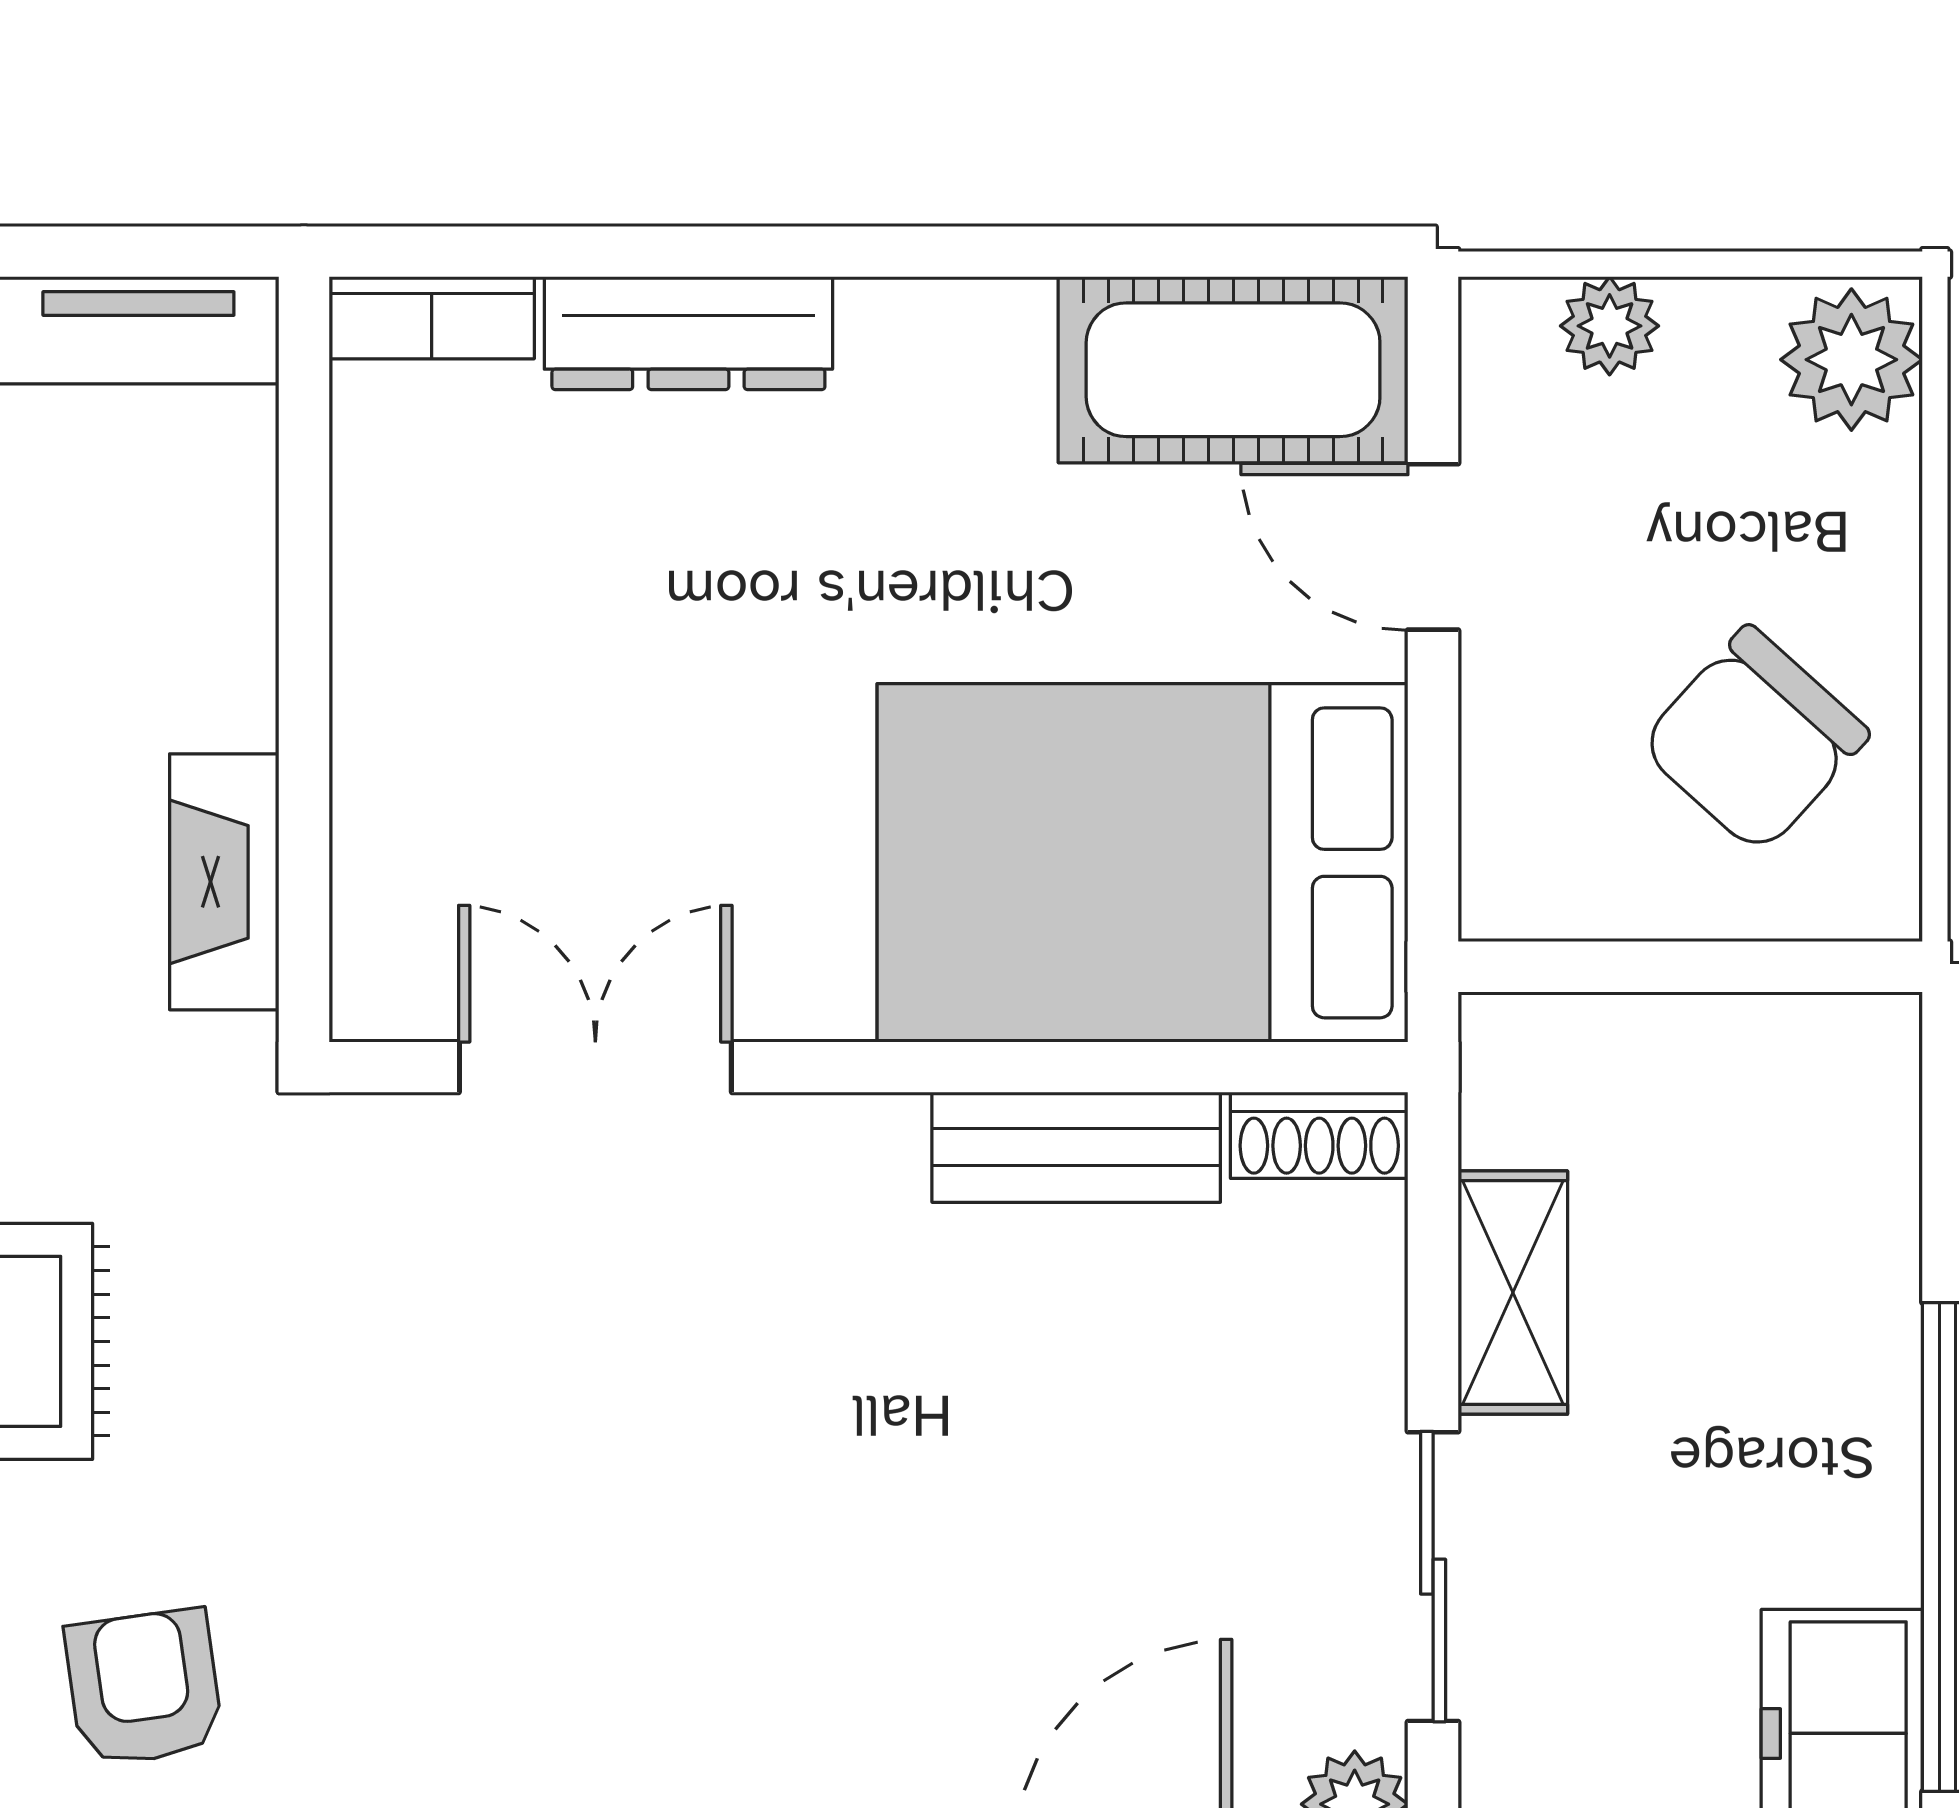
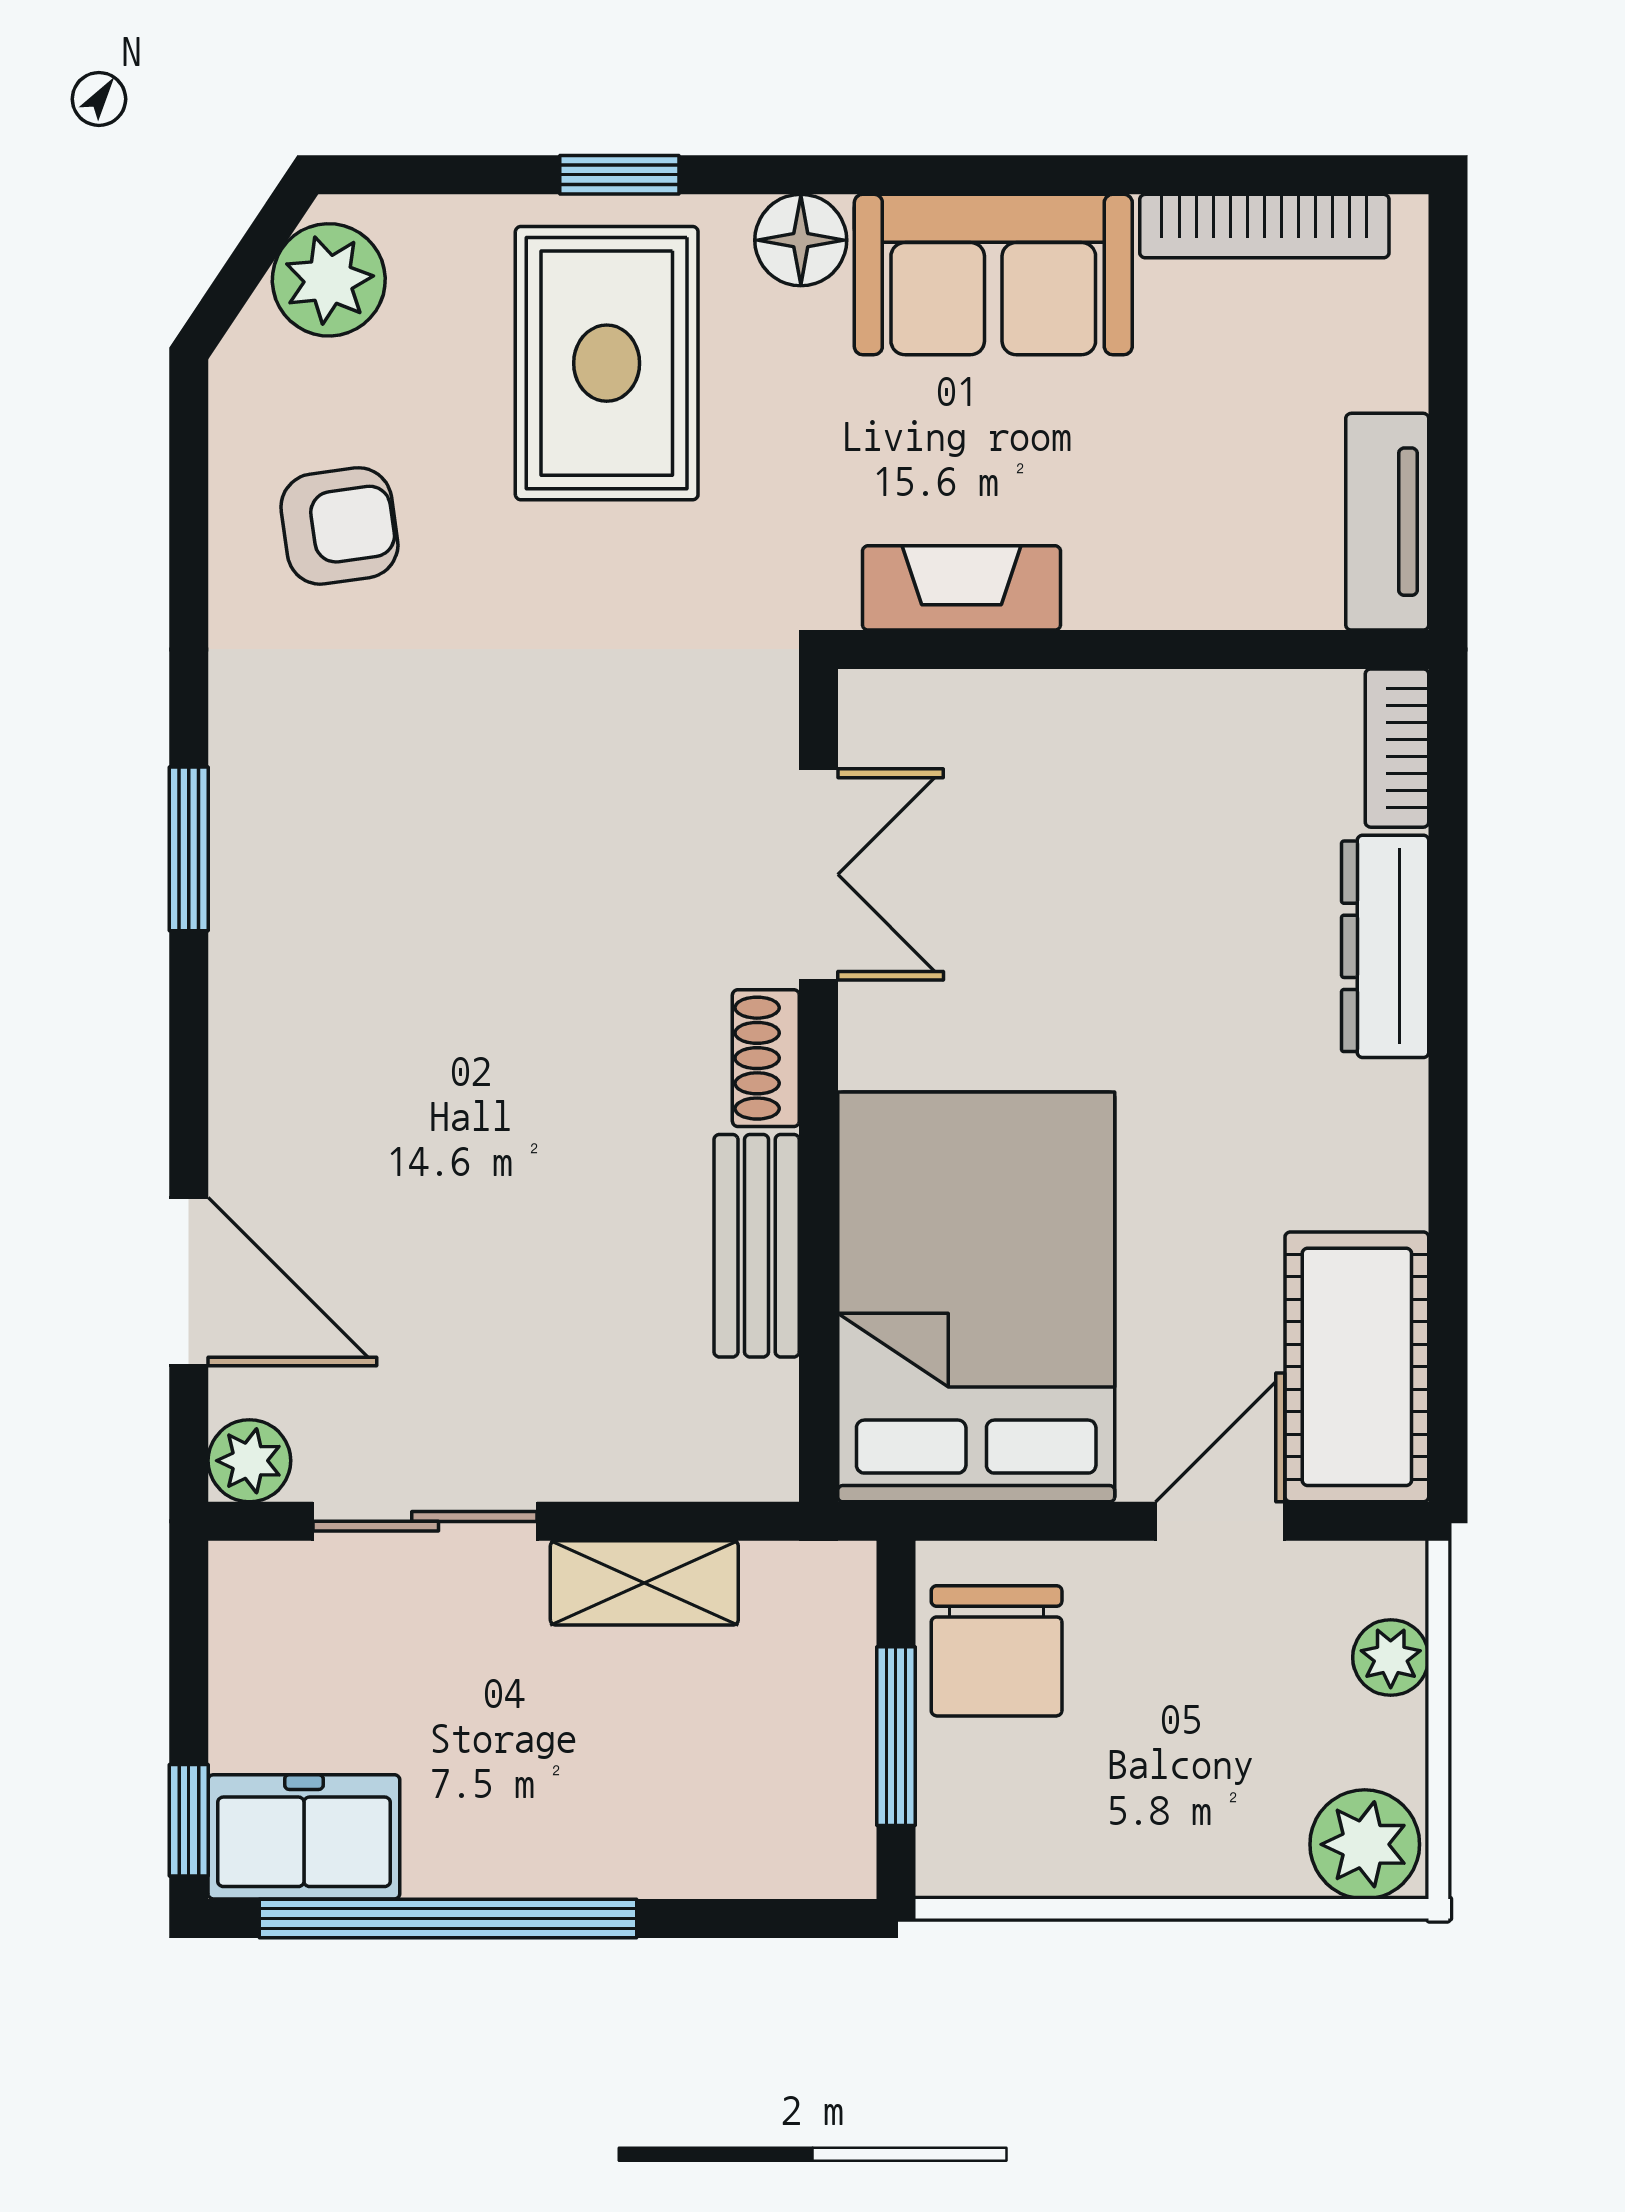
chair: (1754, 740) -> (997, 1651), moved, turned -132
window: (1711, 967) -> (896, 1736), added
shoe rack: (1319, 1135) -> (766, 1058), moved

